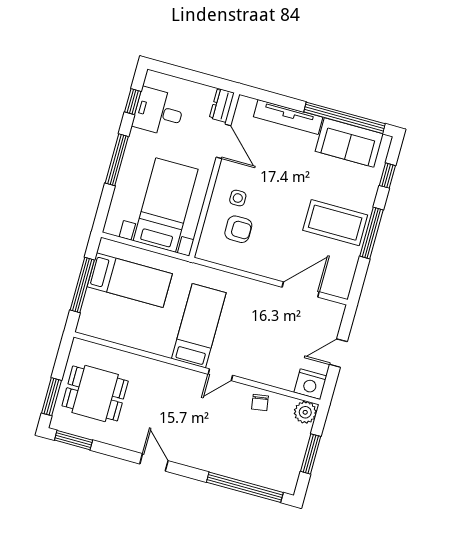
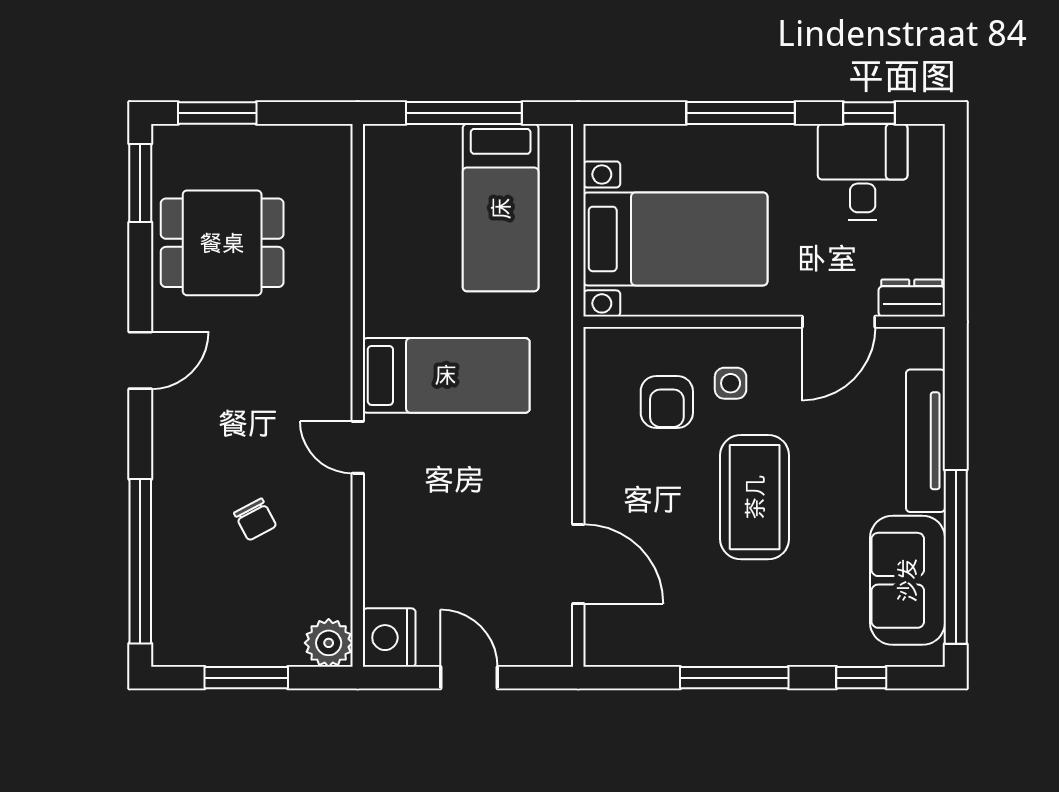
coffee table: (335, 223) -> (755, 497), moved
dining table: (95, 393) -> (222, 243), moved, turned 90
chair: (260, 402) -> (255, 519), moved, turned -109

